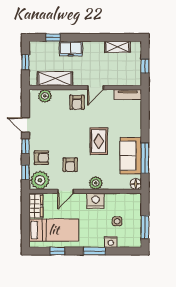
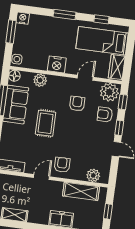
plant: (96, 183) -> (40, 80), moved
side table: (117, 221) -> (17, 59), moved
nightstand: (111, 242) -> (23, 18), moved

